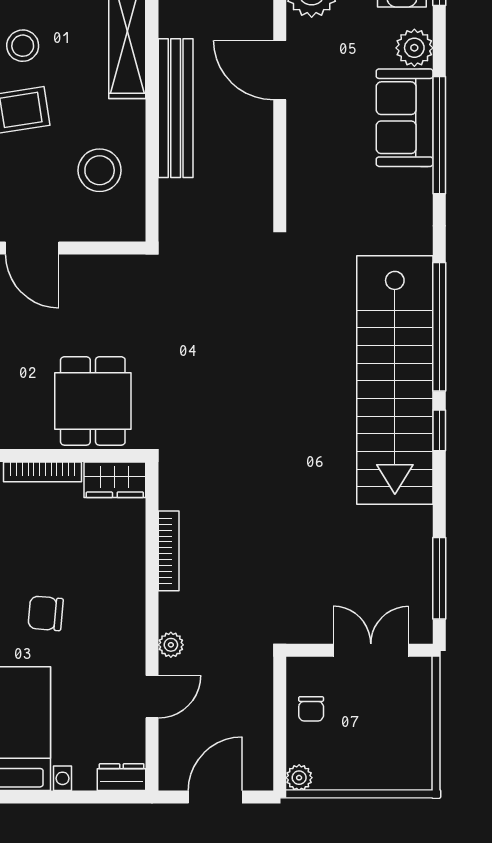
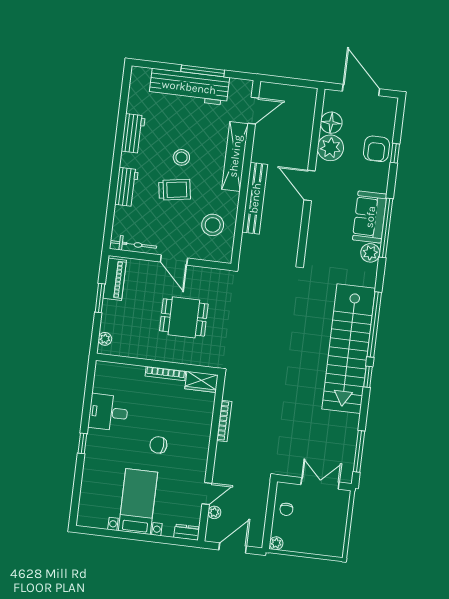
plant: (414, 48) -> (370, 253), moved
dining table: (93, 401) -> (184, 317), moved, turned 90
plant: (171, 645) -> (214, 512), moved

